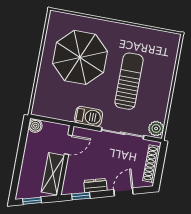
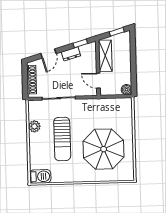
barbecue: (89, 116) -> (40, 176), moved, turned 180
plant: (156, 128) -> (34, 126), moved
door: (68, 145) -> (98, 81), hinge flipped

